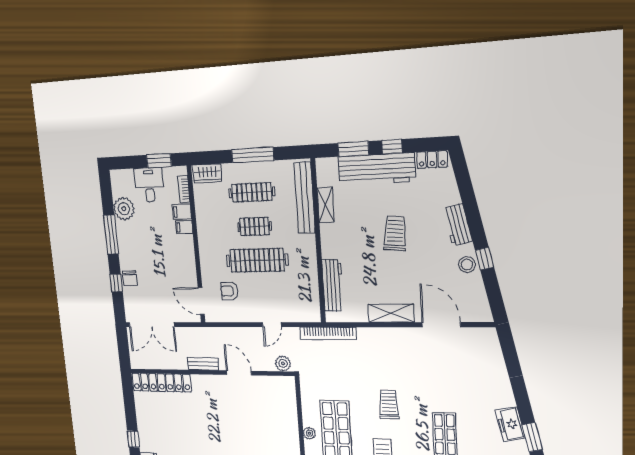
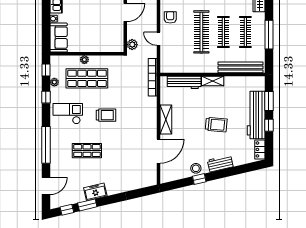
shelving: (326, 205) -> (213, 81), moved
clothes rail: (254, 227) -> (223, 32), width x1.36
armchair: (229, 291) -> (170, 17), moved

